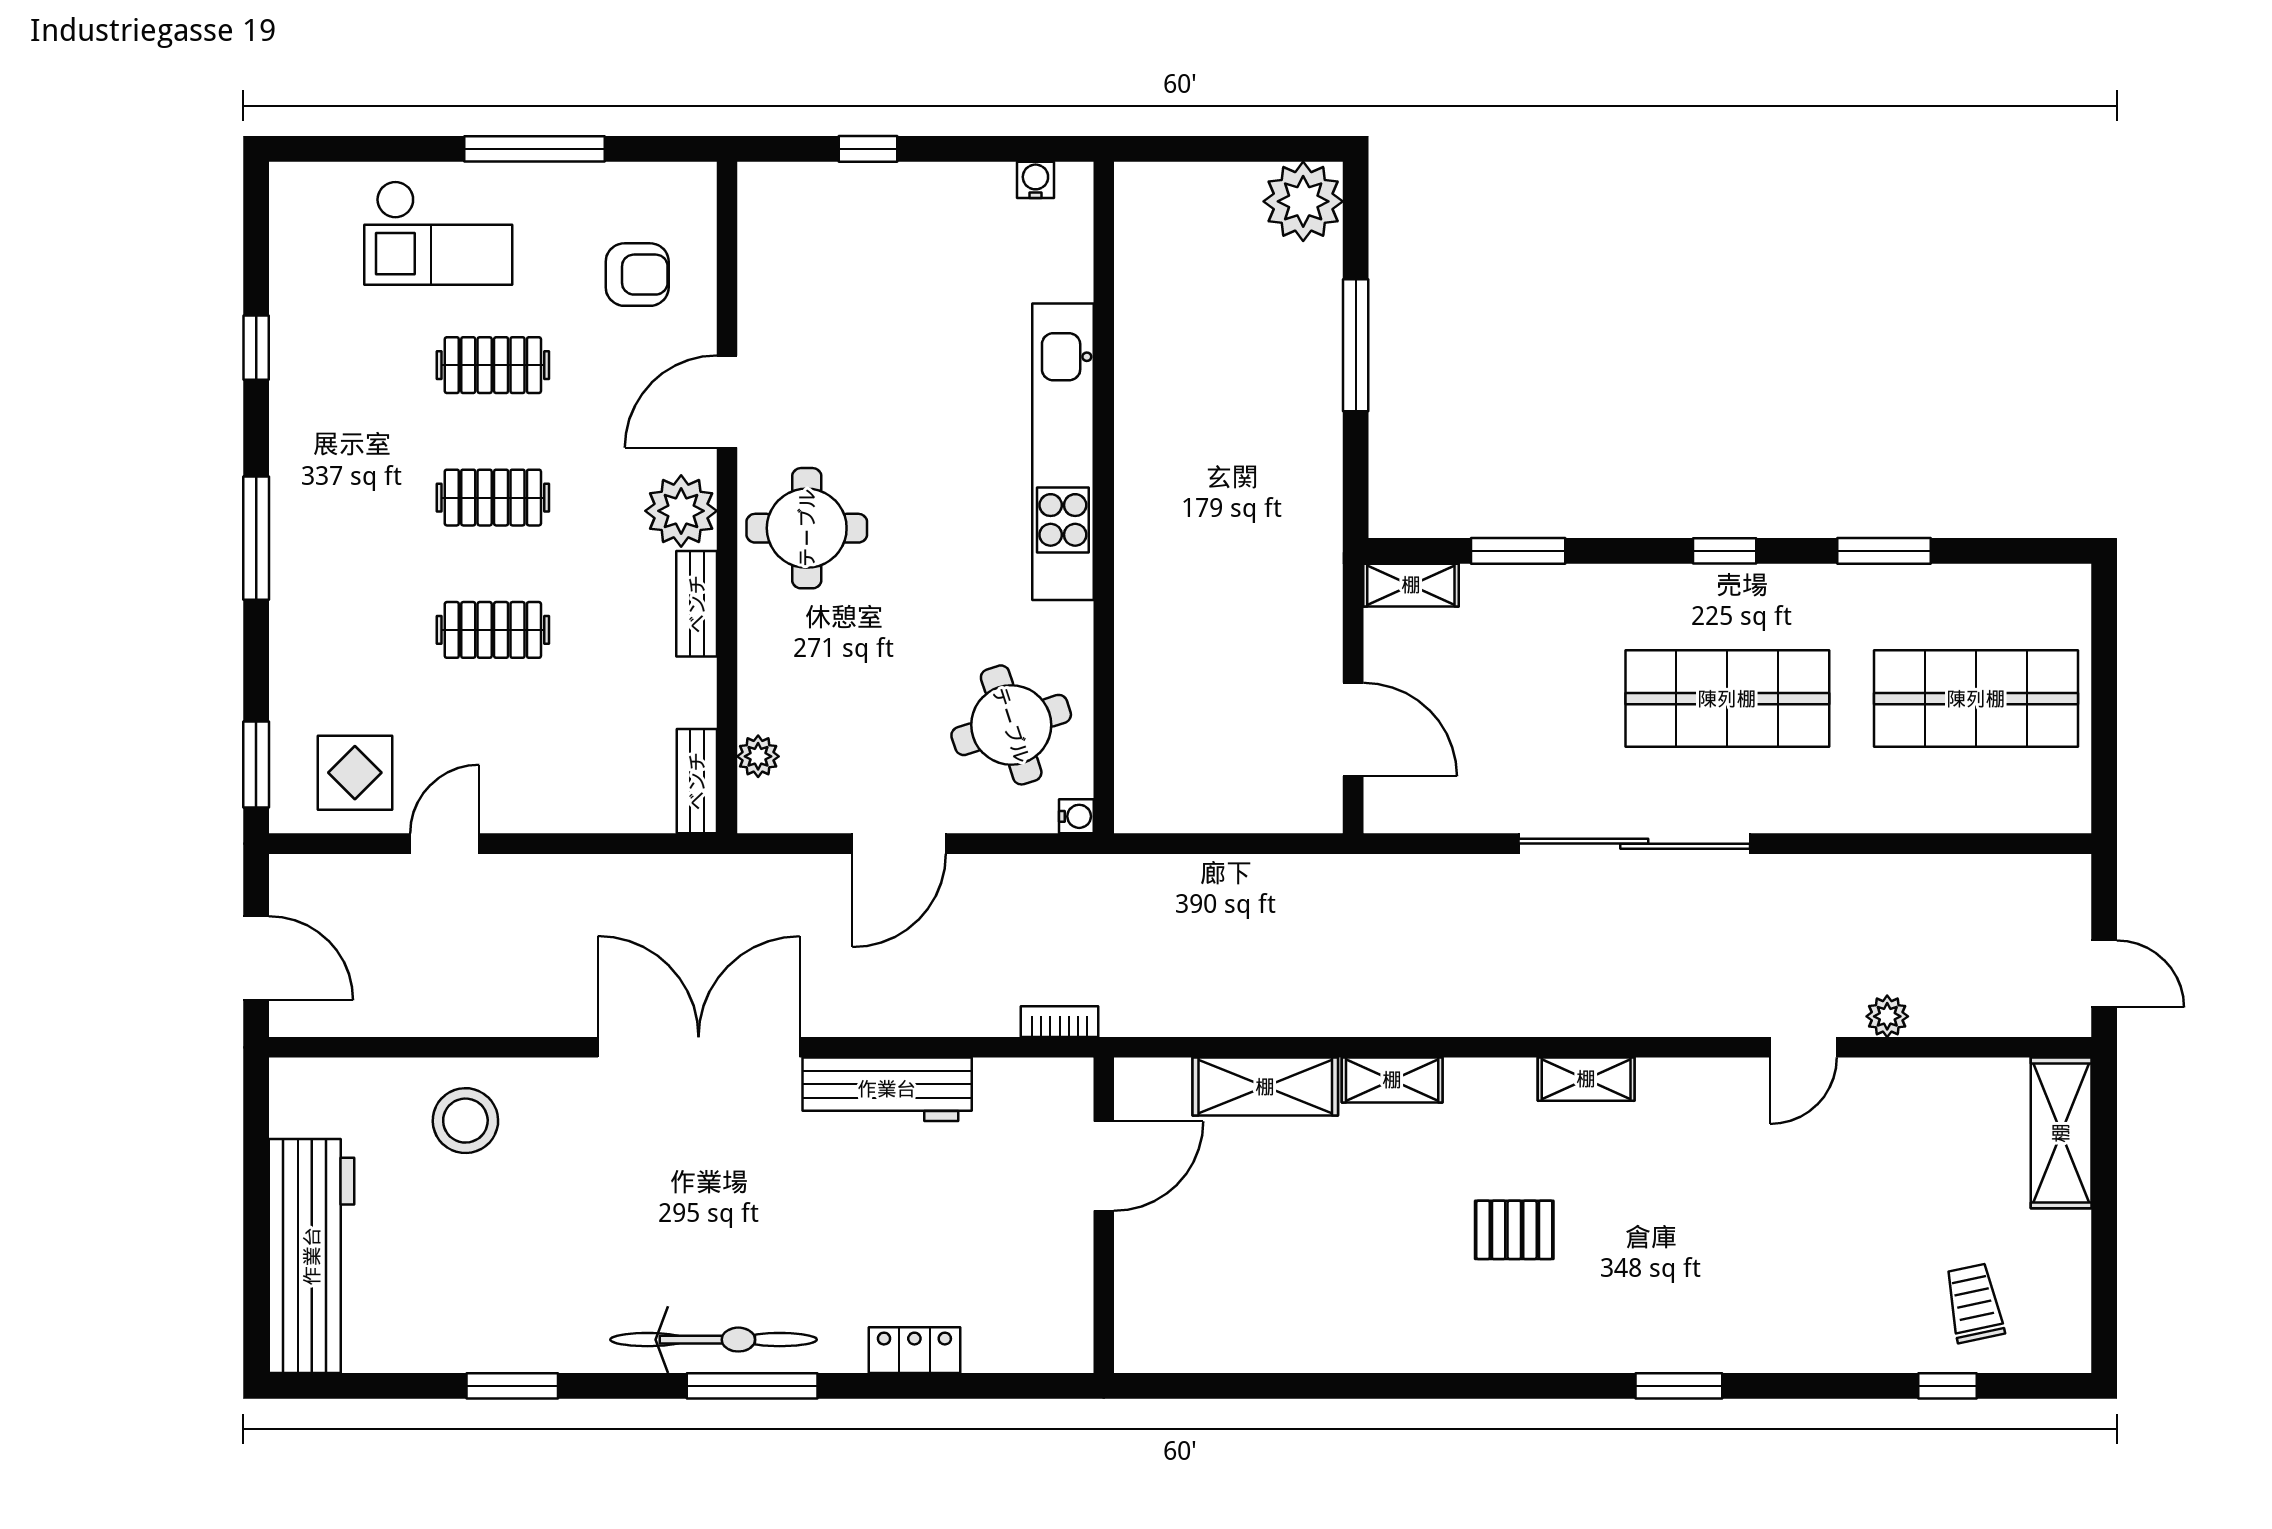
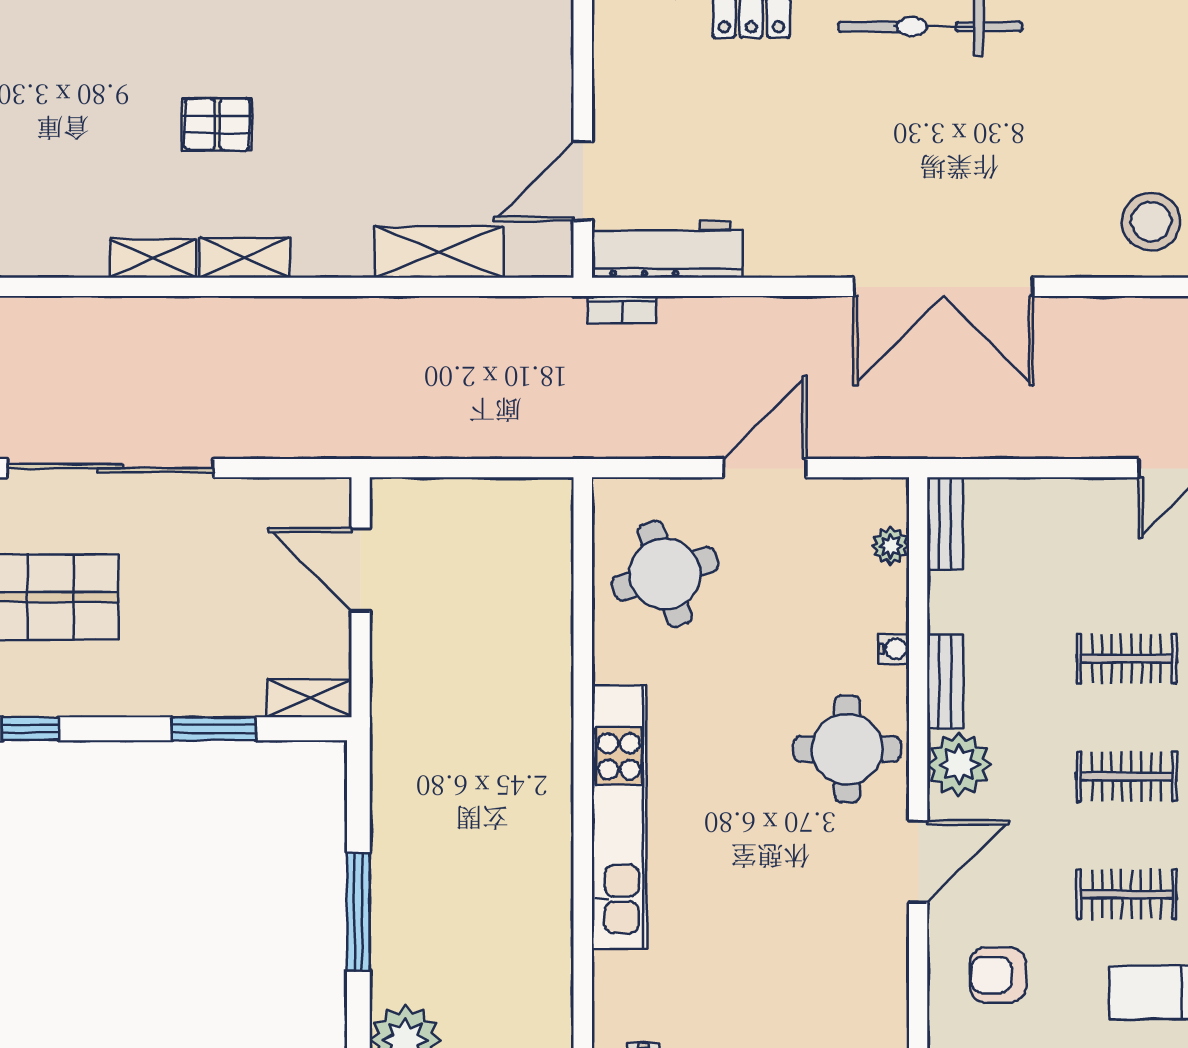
water cooler: (1076, 816) -> (894, 649), moved, turned 180
shelving: (1392, 1080) -> (245, 258), moved
workbench: (887, 1089) -> (667, 249), moved

